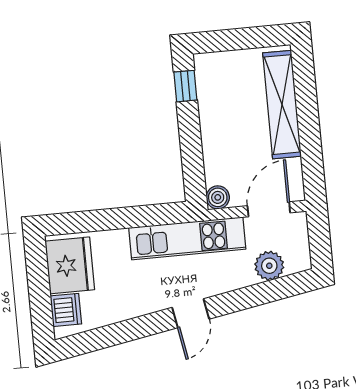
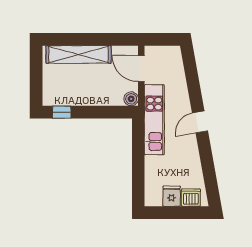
fridge: (70, 265) -> (172, 196), width x0.53, depth x0.75
plant: (269, 266) -> (176, 71), removed
door: (191, 313) -> (200, 122), swing flipped

